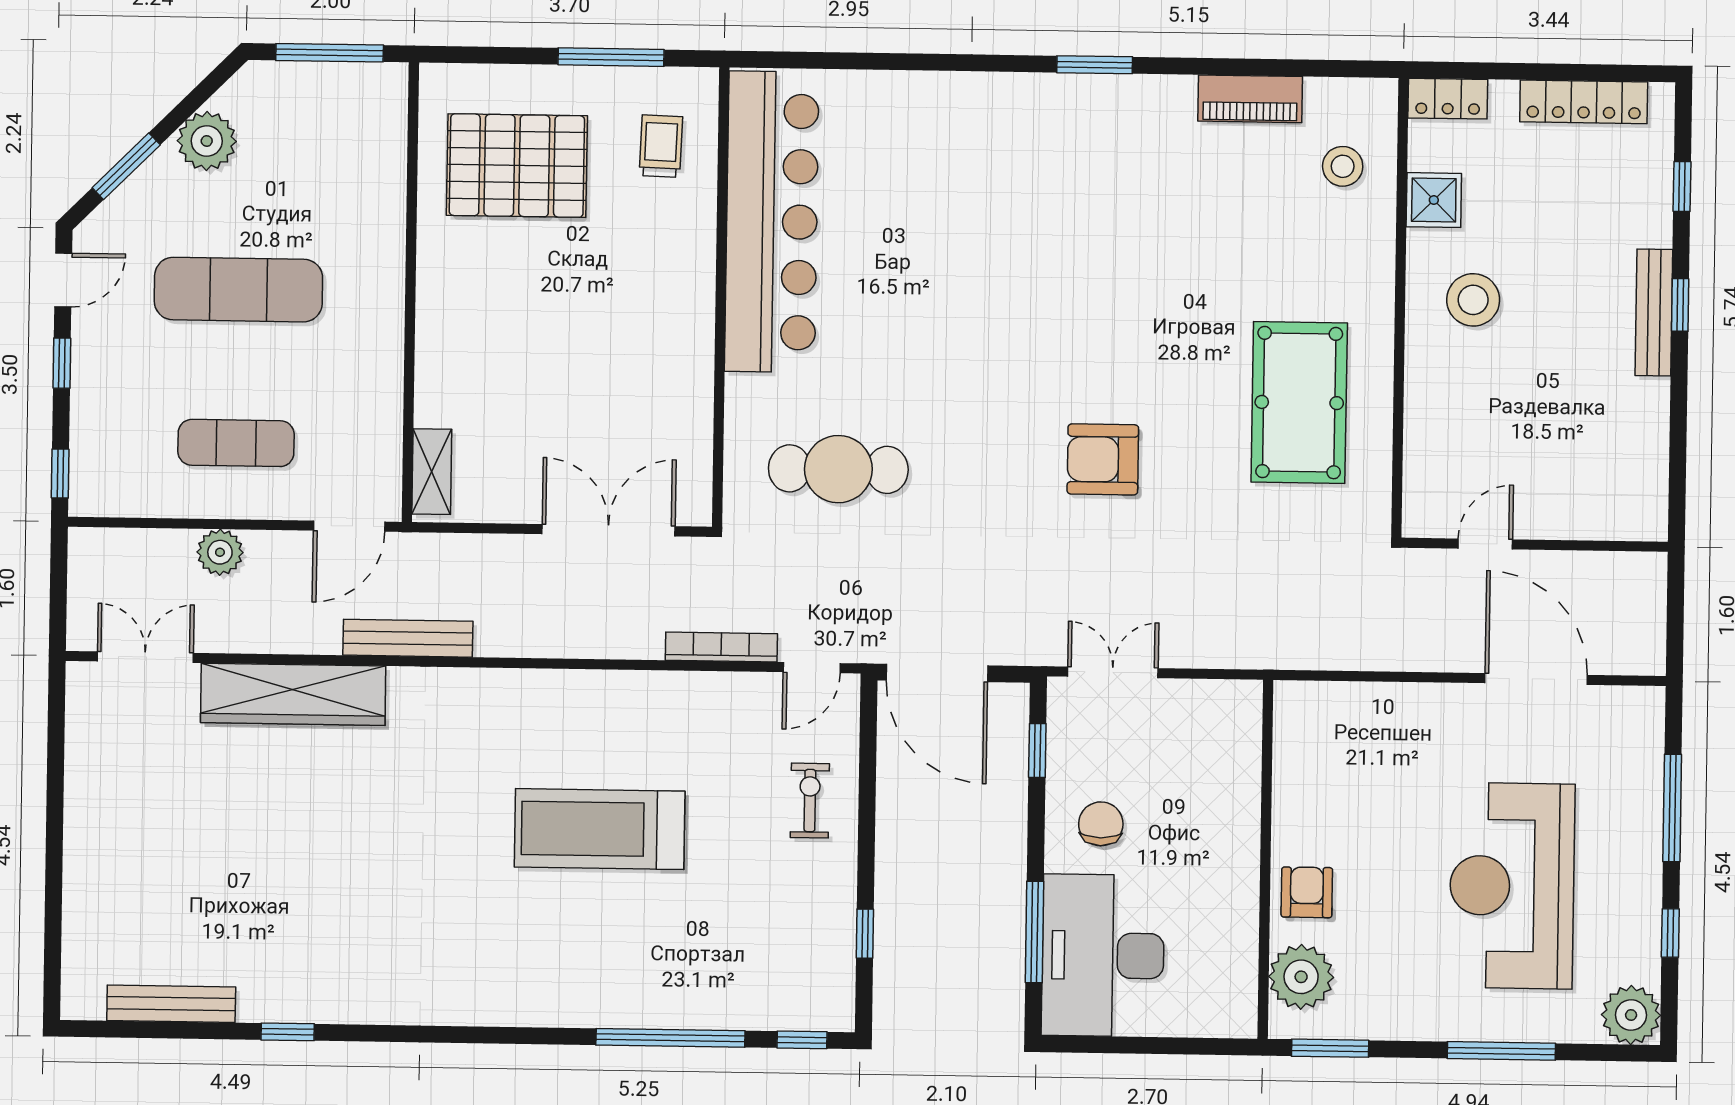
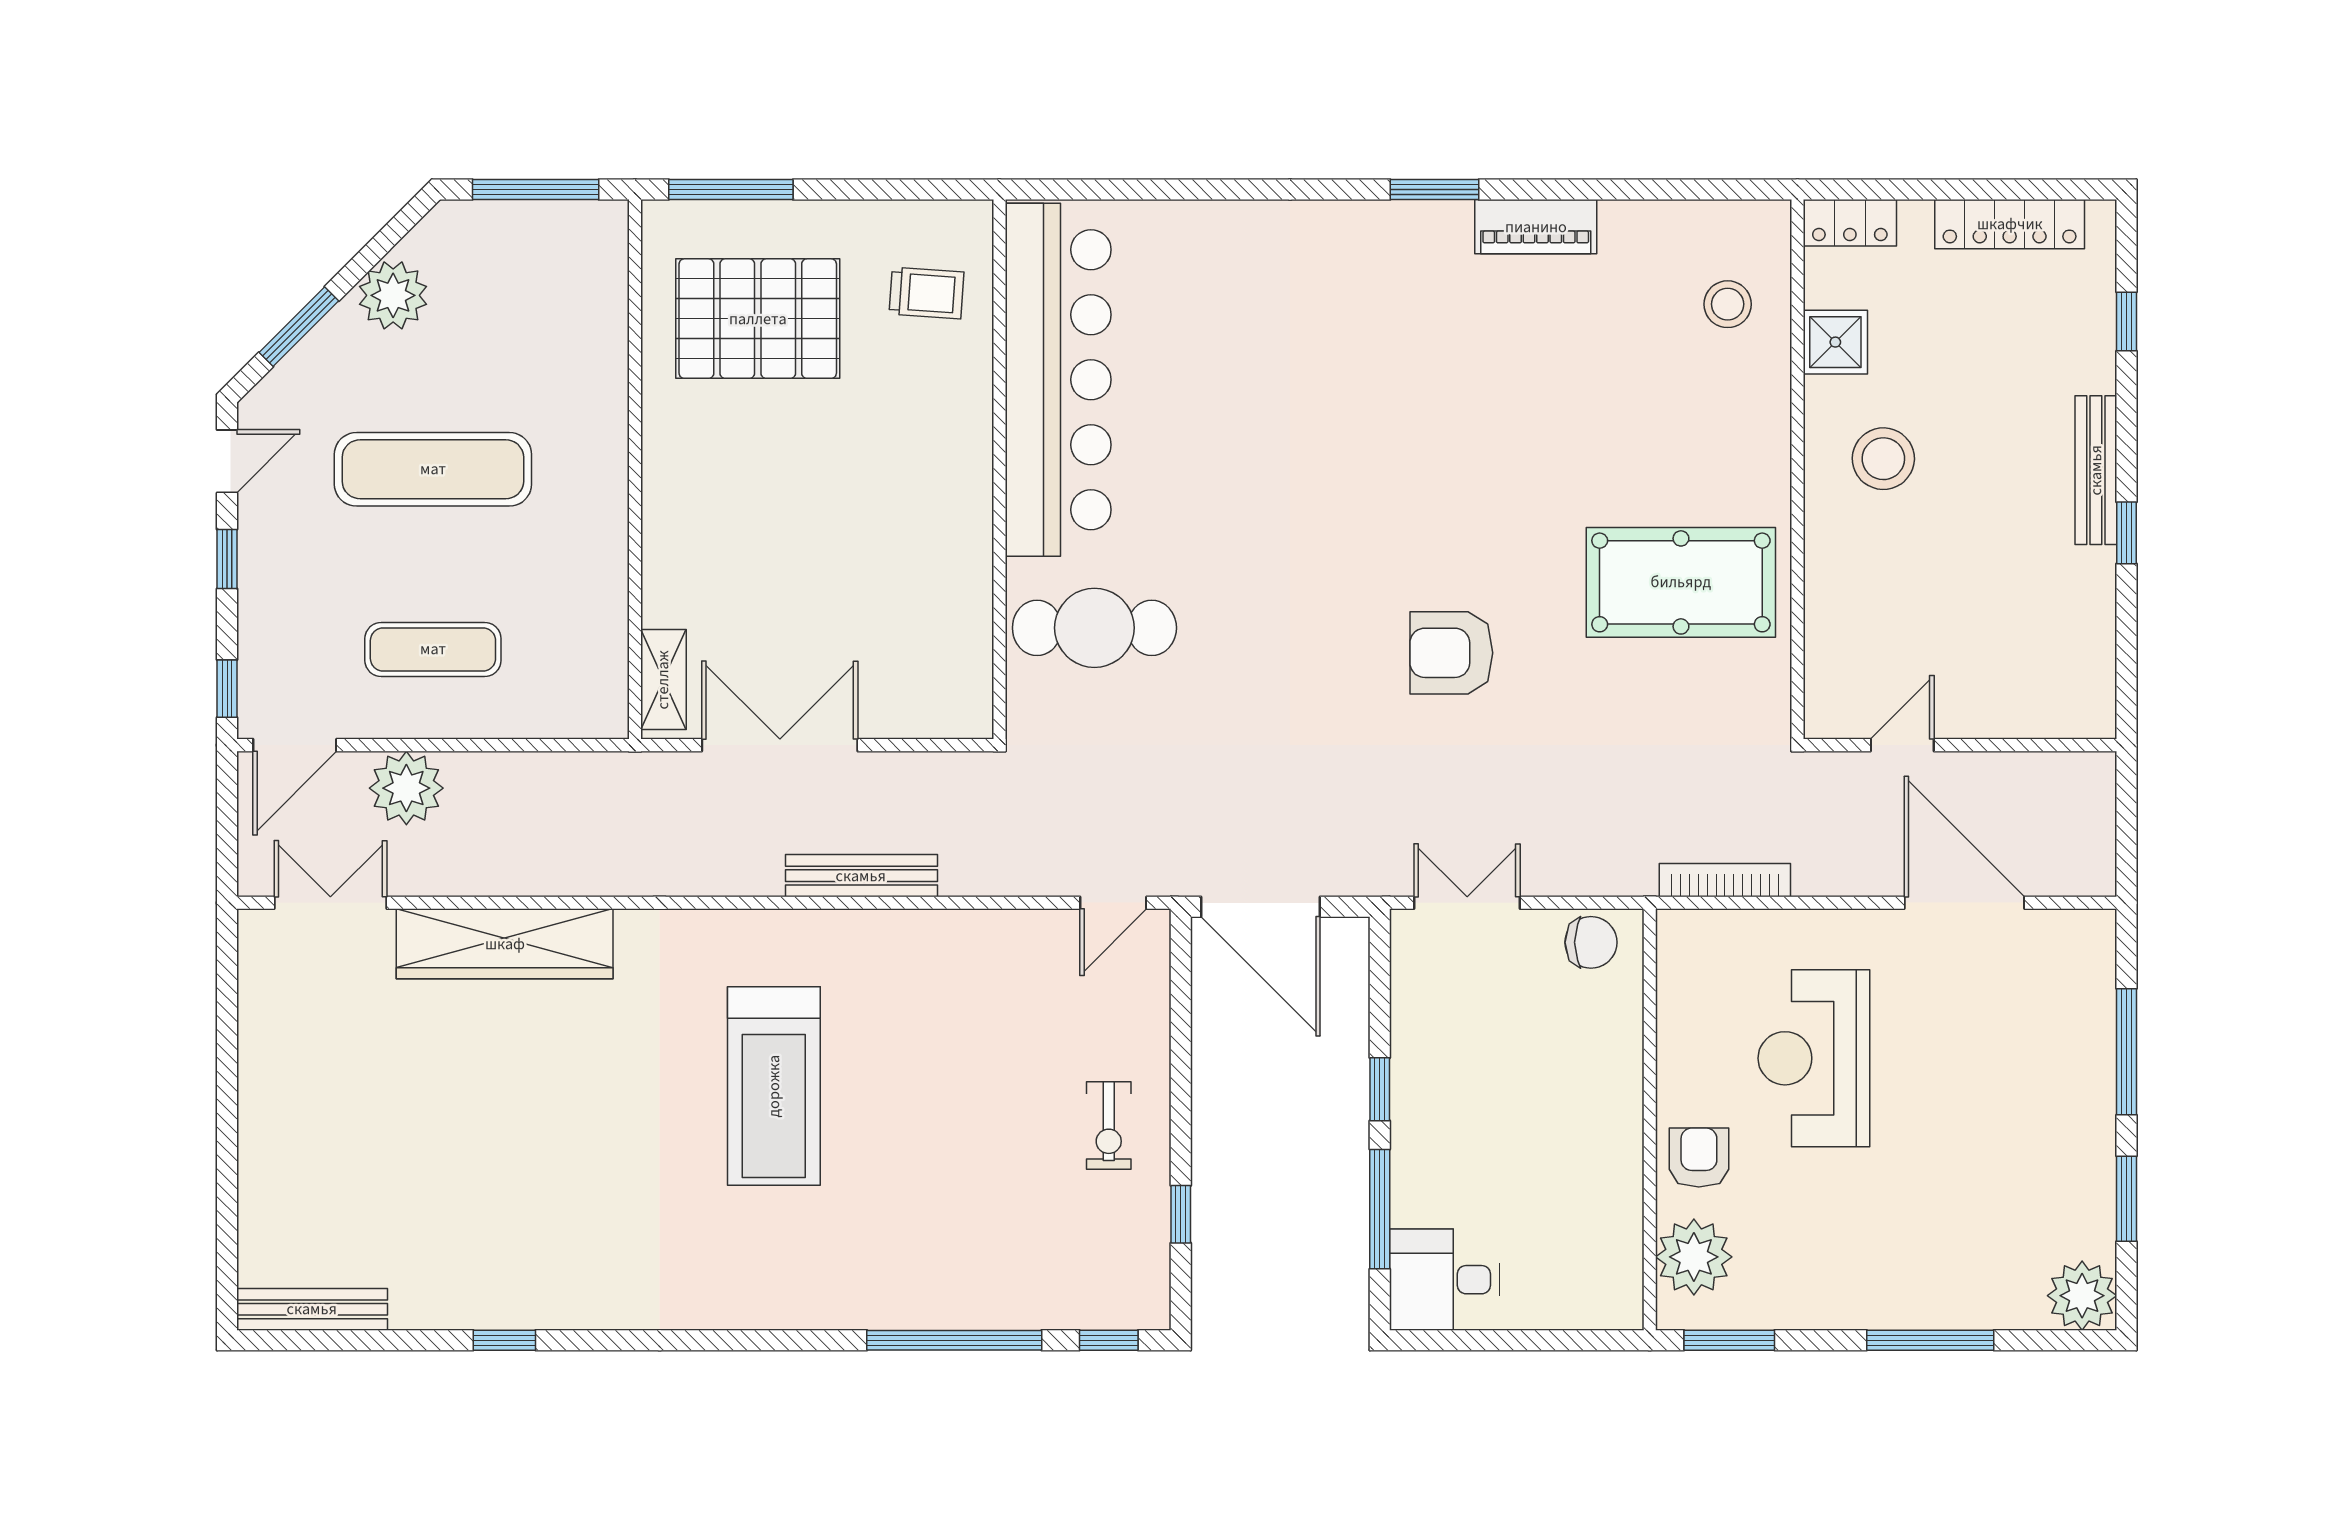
window: (611, 57) -> (731, 189), moved
piano: (1250, 99) -> (1536, 227), moved
trolley: (661, 146) -> (926, 293), turned 92
window: (1680, 305) -> (2127, 533), moved
pool table: (1299, 403) -> (1681, 582), turned 90
cafe table: (838, 469) -> (1094, 628), moved
door: (349, 526) -> (295, 745), moved
double door: (609, 530) -> (780, 745), moved
plant: (220, 552) -> (406, 788), width x1.36, depth x1.36
bench: (408, 638) -> (861, 876), moved
bookcase: (721, 647) -> (1725, 880), moved
window: (1037, 751) -> (1380, 1089), moved
exercise bike: (810, 801) -> (1109, 1126), moved, turned 180
chair: (1101, 824) -> (1591, 942), moved, turned 90
treadmill: (600, 829) -> (774, 1086), moved, turned -90
reception desk: (1512, 886) -> (1814, 1058), moved, width x0.74, depth x0.77
window: (1670, 933) -> (2127, 1199), width x1.50
desk: (1103, 955) -> (1444, 1280), width x0.53, depth x0.77
bench: (171, 1004) -> (312, 1309), moved

